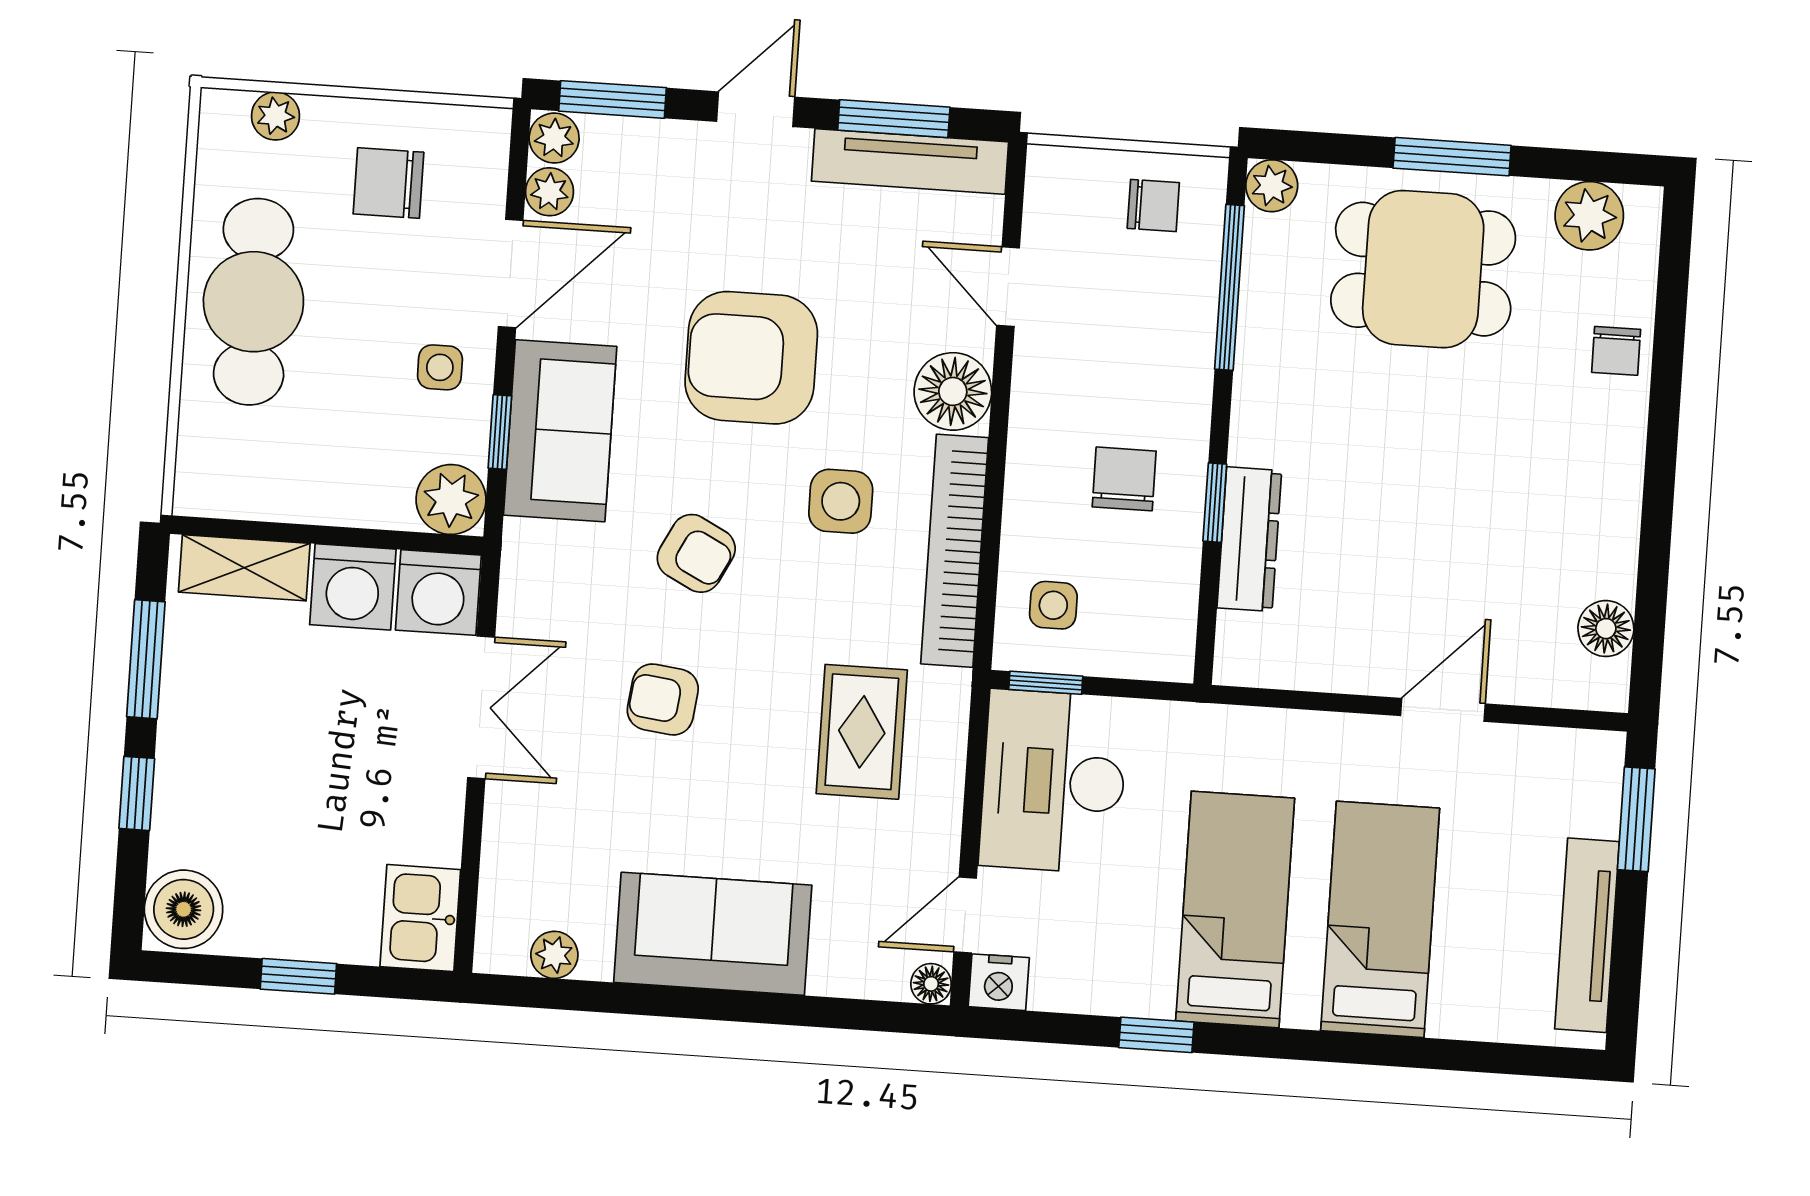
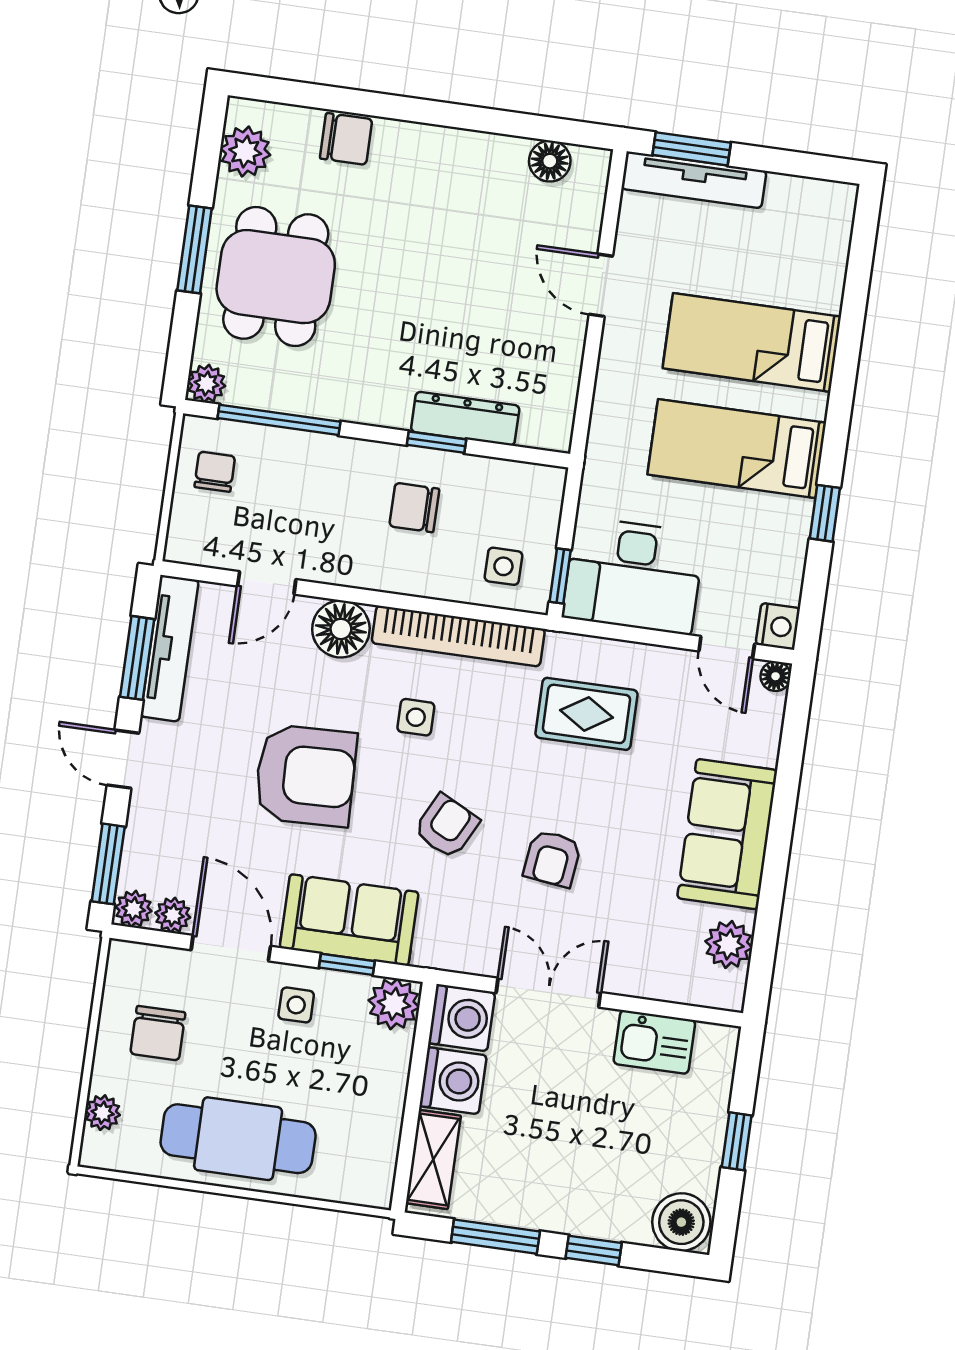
chair: (1616, 351) -> (346, 139), width x1.37, depth x1.37
armchair: (751, 358) -> (305, 775), turned -92
side table: (841, 501) -> (416, 717), width x0.73, depth x0.73
kitchen sink: (420, 918) -> (654, 1042), moved
tv unit: (1587, 935) -> (694, 180), moved
plant: (554, 955) -> (729, 944), width x1.38, depth x1.38

